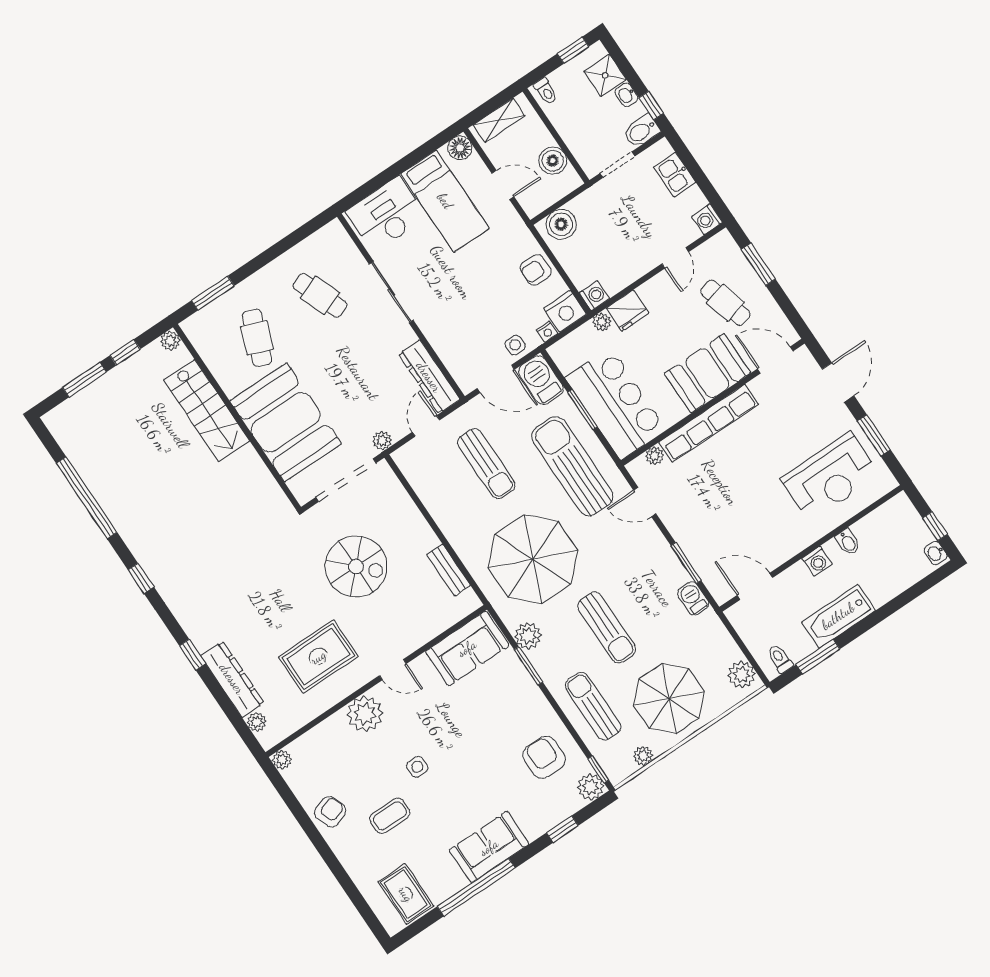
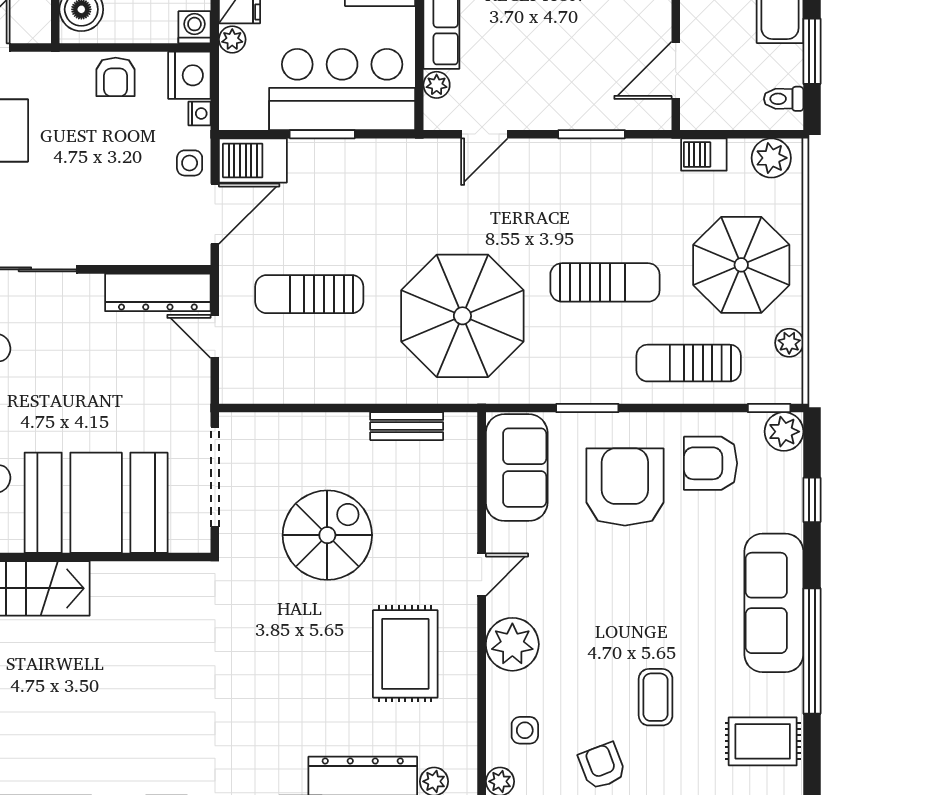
plant: (382, 441) -> (197, 401), removed
sun lounger: (486, 464) -> (309, 294), turned 180
sun lounger: (572, 466) -> (382, 193), removed
barbecue: (693, 598) -> (704, 155), moved
plant: (528, 636) -> (551, 384), removed
armchair: (498, 718) -> (625, 487), added
side table: (417, 767) -> (525, 730), moved
sofa: (489, 847) -> (774, 603), width x1.36

